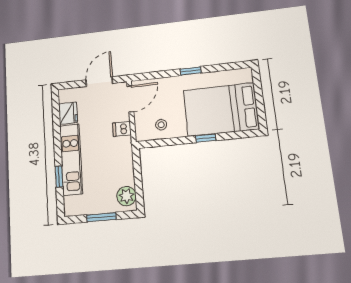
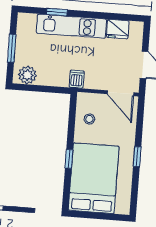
dishwasher: (122, 129) -> (77, 79), moved

